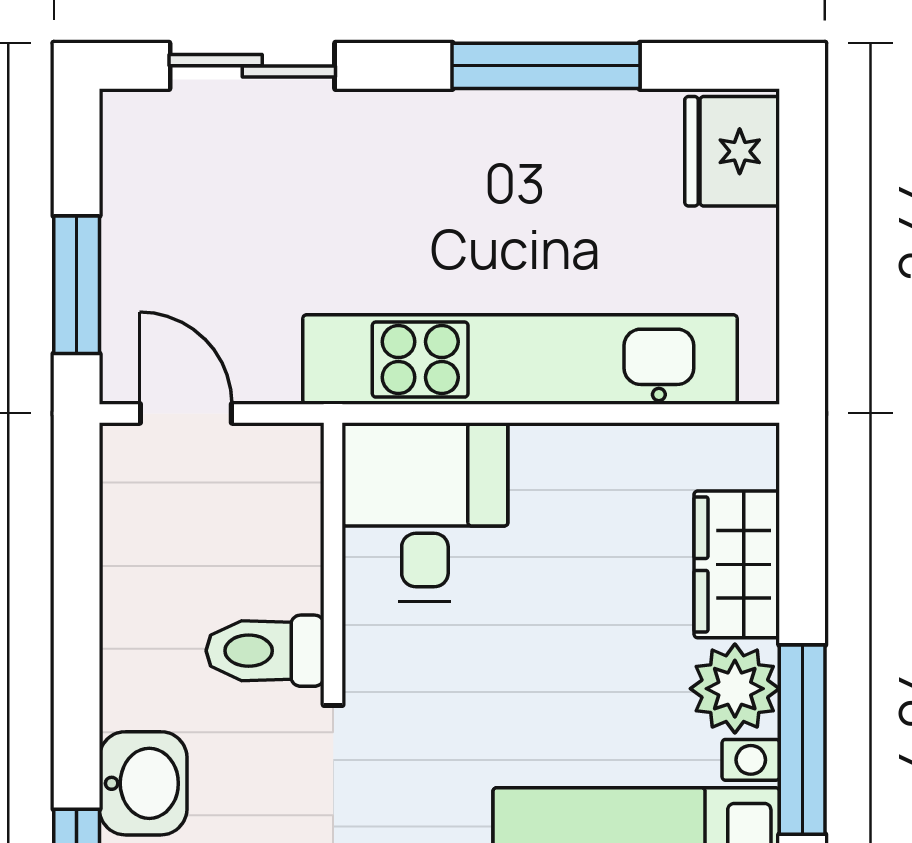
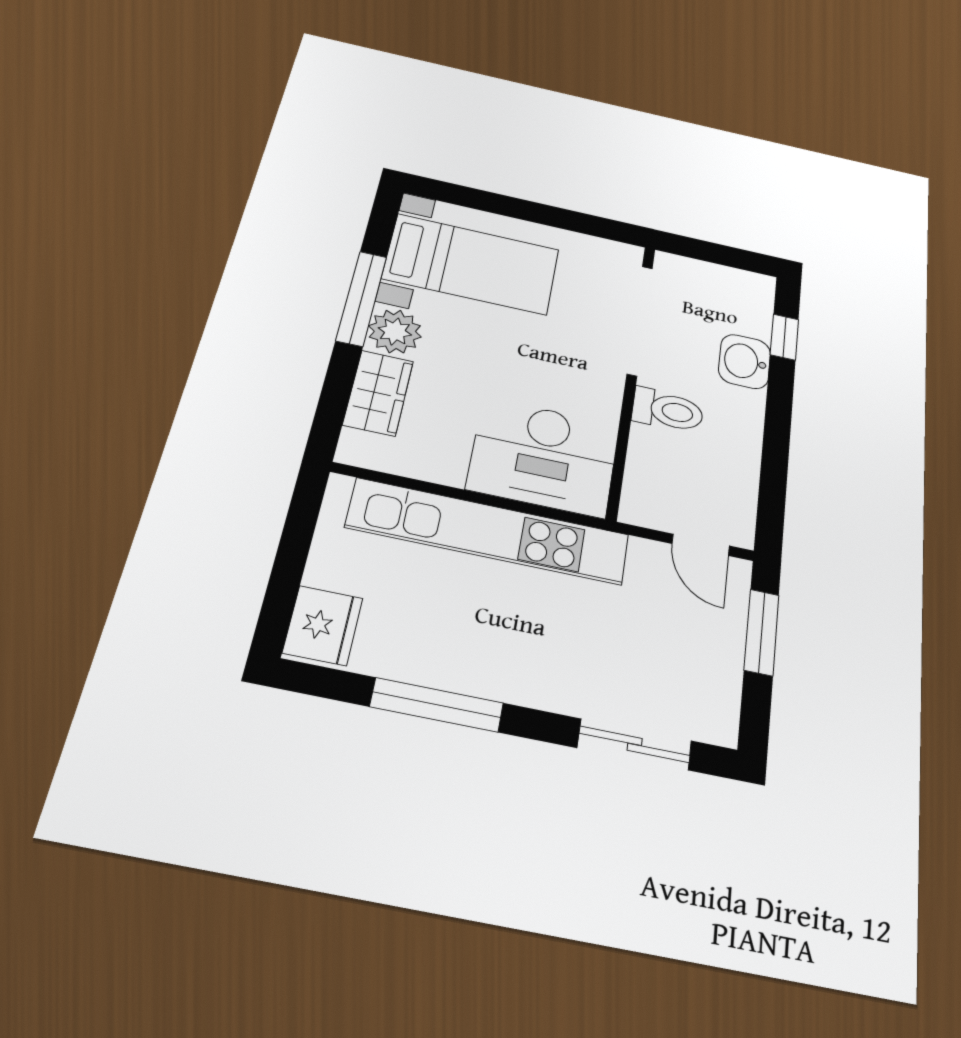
desk: (425, 512) -> (544, 457), width x1.37

